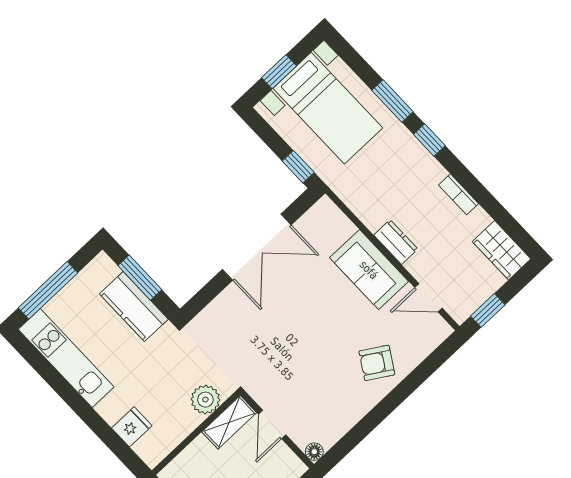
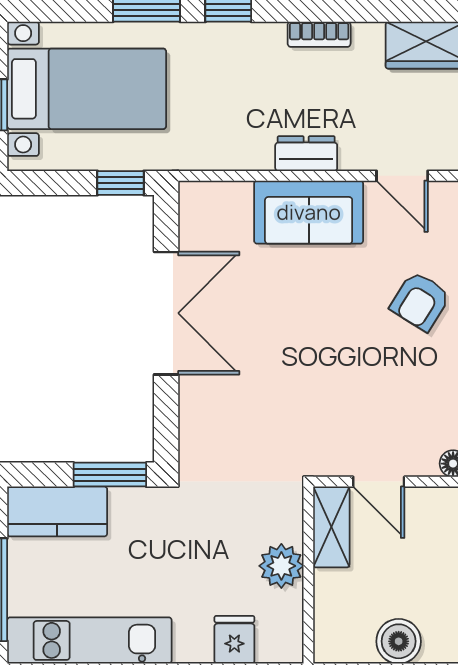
window: (140, 278) -> (110, 475), moved
door: (429, 298) -> (402, 176), hinge flipped
kitchen counter: (134, 307) -> (57, 511), moved
plant: (205, 400) -> (281, 566), moved

